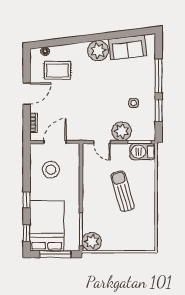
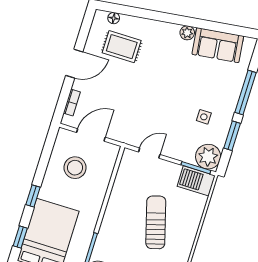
plant: (98, 51) -> (187, 33), width x0.53, depth x0.53
plant: (122, 131) -> (208, 157), moved
door: (102, 142) -> (149, 153), swing flipped

